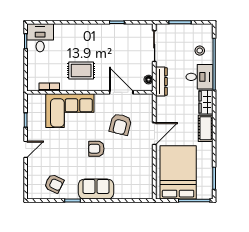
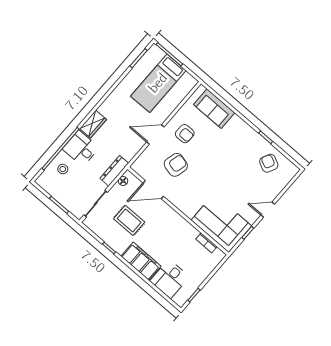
filing cabinet: (85, 33) -> (141, 261), added
desk: (40, 38) -> (170, 279), moved
rug: (81, 71) -> (129, 220), moved
door: (121, 92) -> (153, 190), hinge flipped
corner sofa: (70, 111) -> (221, 223), moved
cot: (206, 128) -> (111, 104), removed
armchair: (96, 149) -> (185, 134), moved
bed: (178, 172) -> (158, 83), width x0.67
sofa: (96, 189) -> (214, 109), moved

